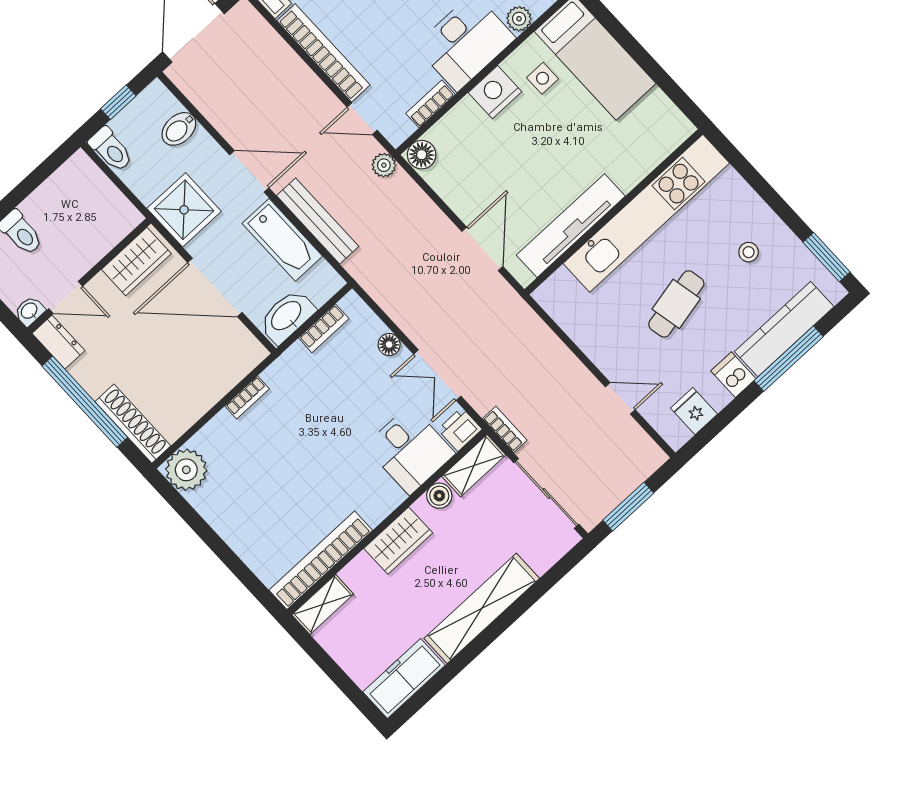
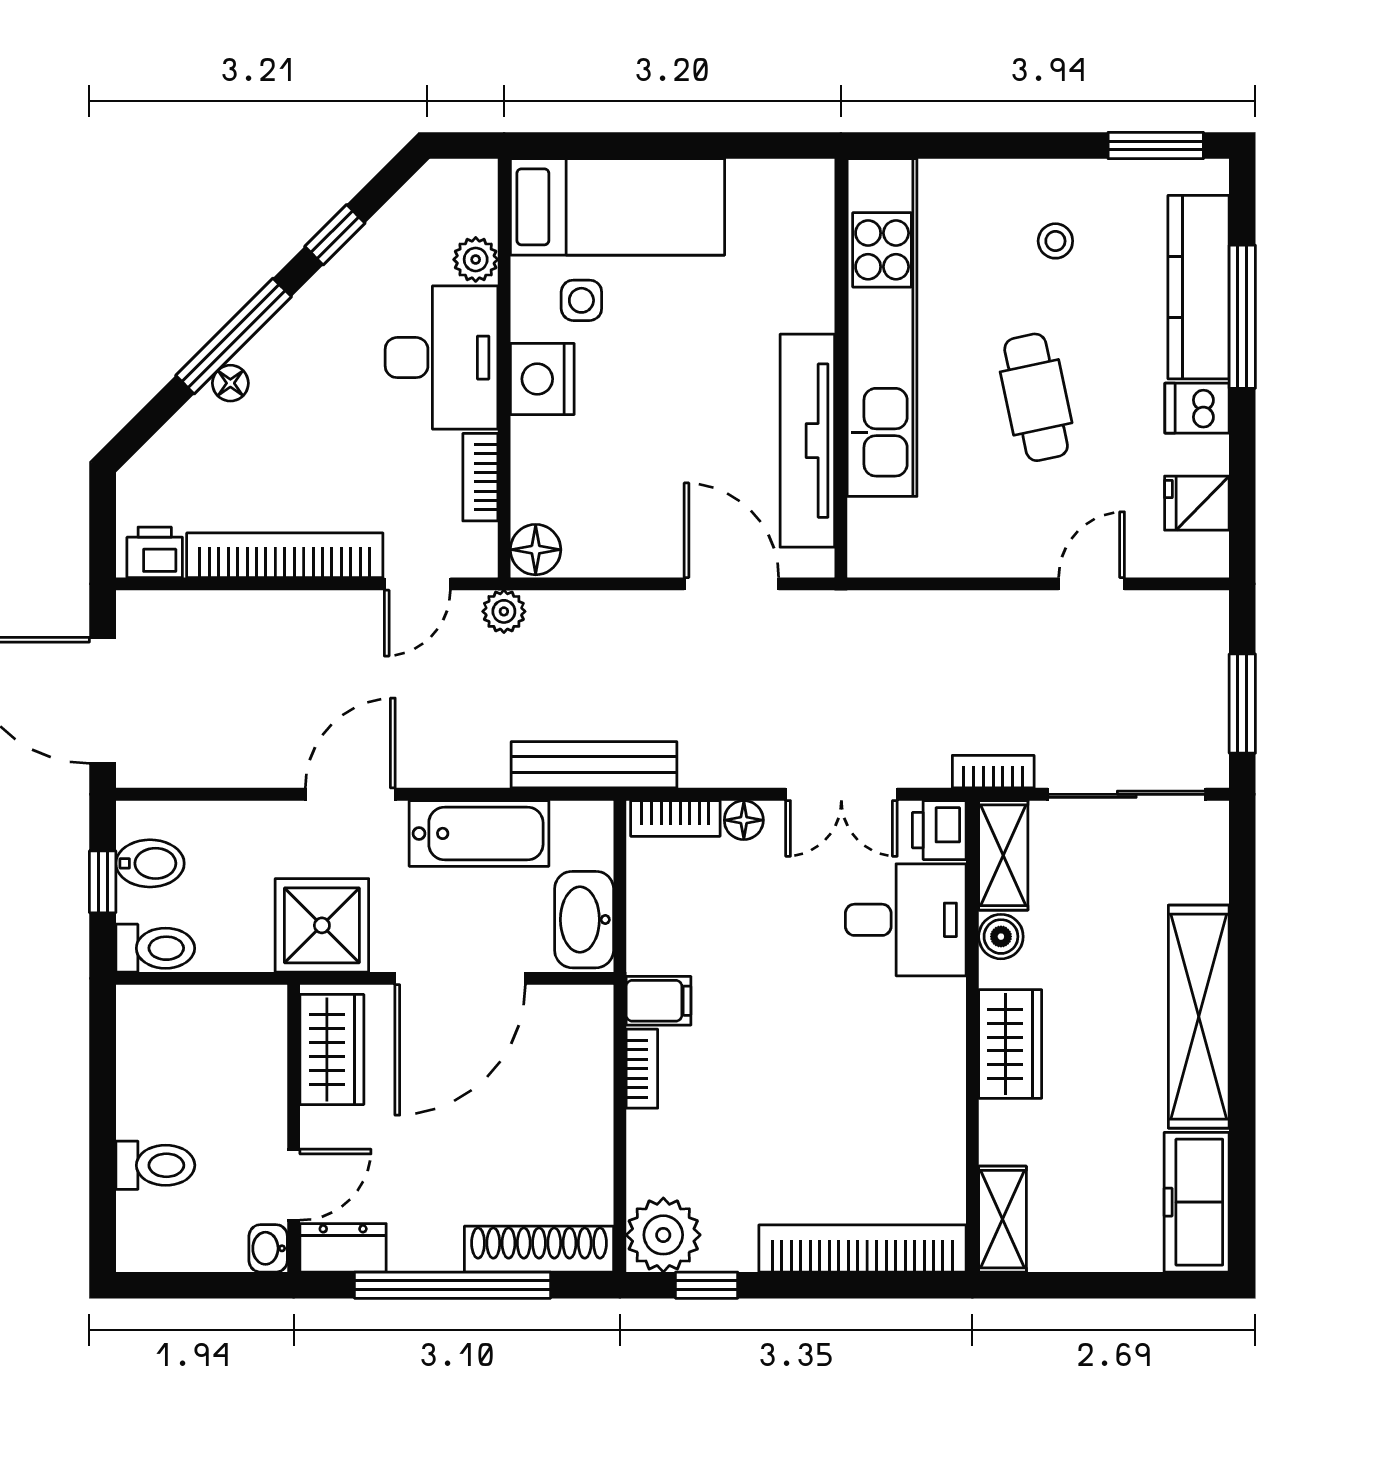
bidet: (179, 129) -> (150, 863), moved, turned -90
bench: (318, 221) -> (594, 765), moved
bookcase: (324, 328) -> (675, 818), moved, turned 90
filing cabinet: (282, 378) -> (659, 1001), added
window: (182, 507) -> (707, 1285), added
bookcase: (321, 560) -> (862, 1249), moved, turned 90

